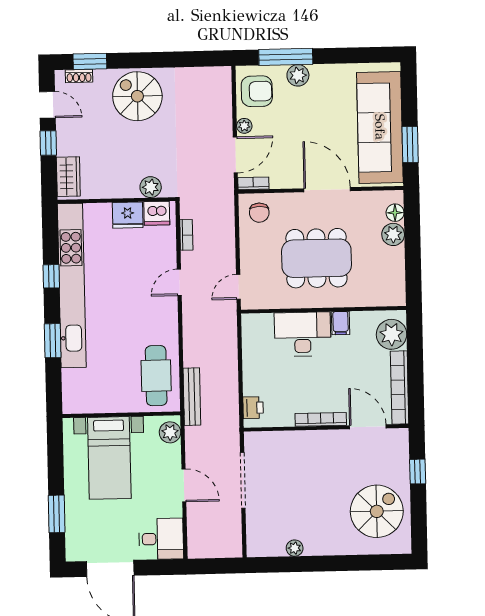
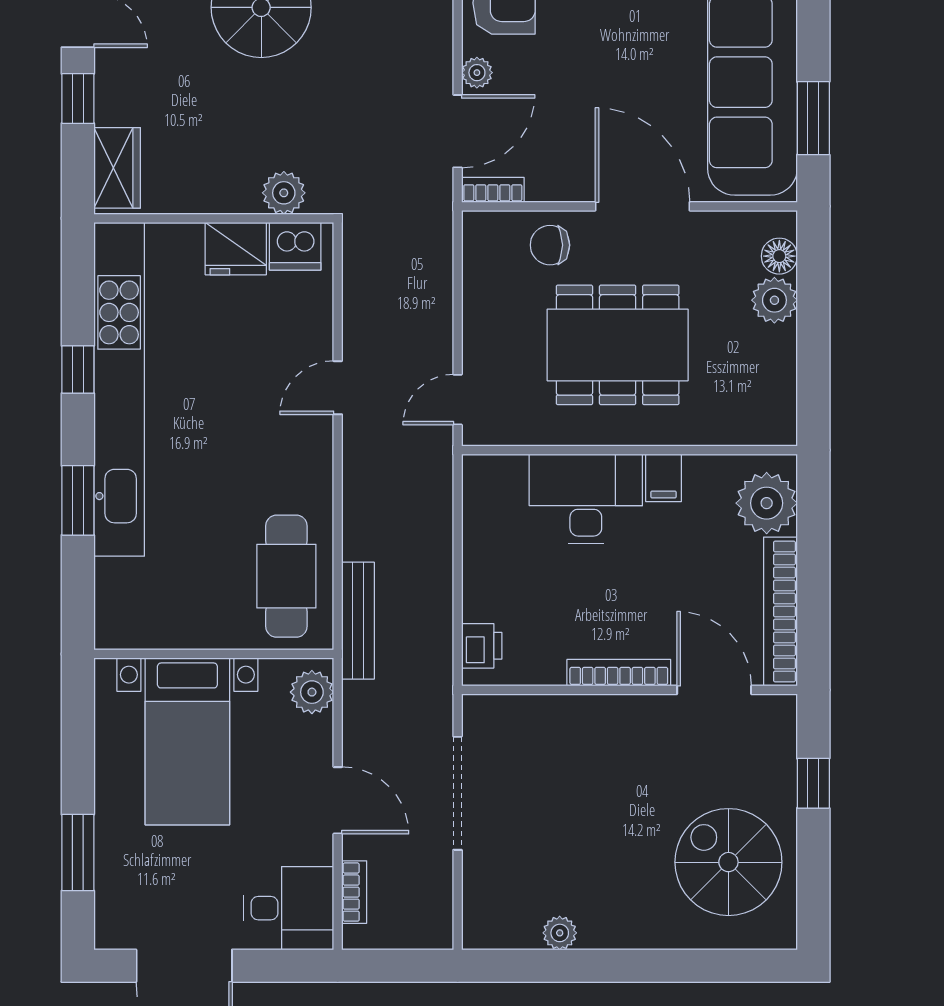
chair: (259, 213) -> (550, 245), moved, turned 90
bookcase: (186, 235) -> (354, 892), moved
spiral stairs: (377, 511) -> (728, 862), turned -90

